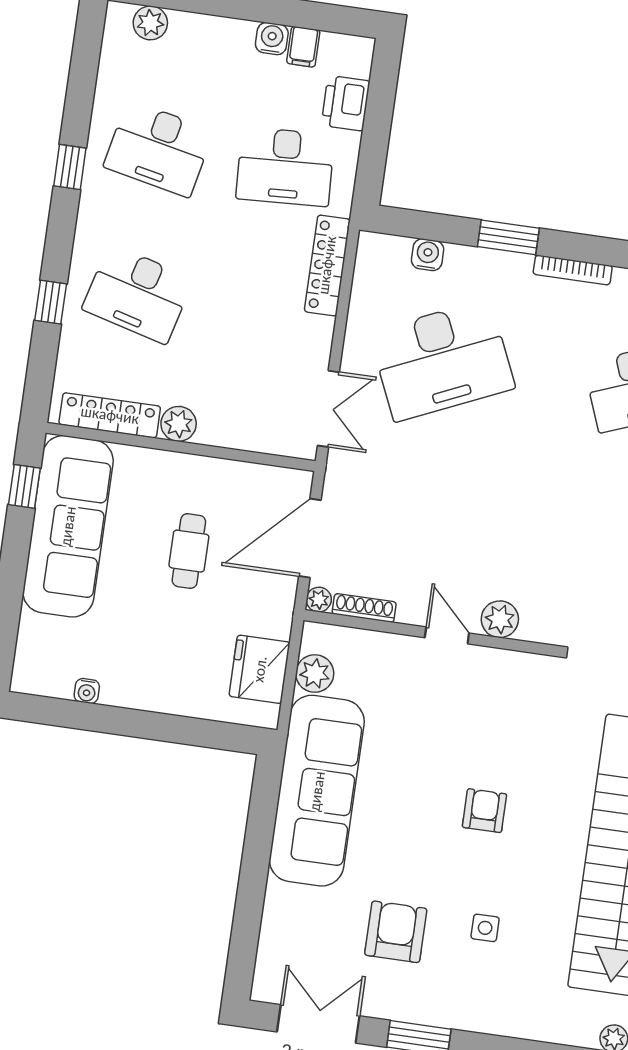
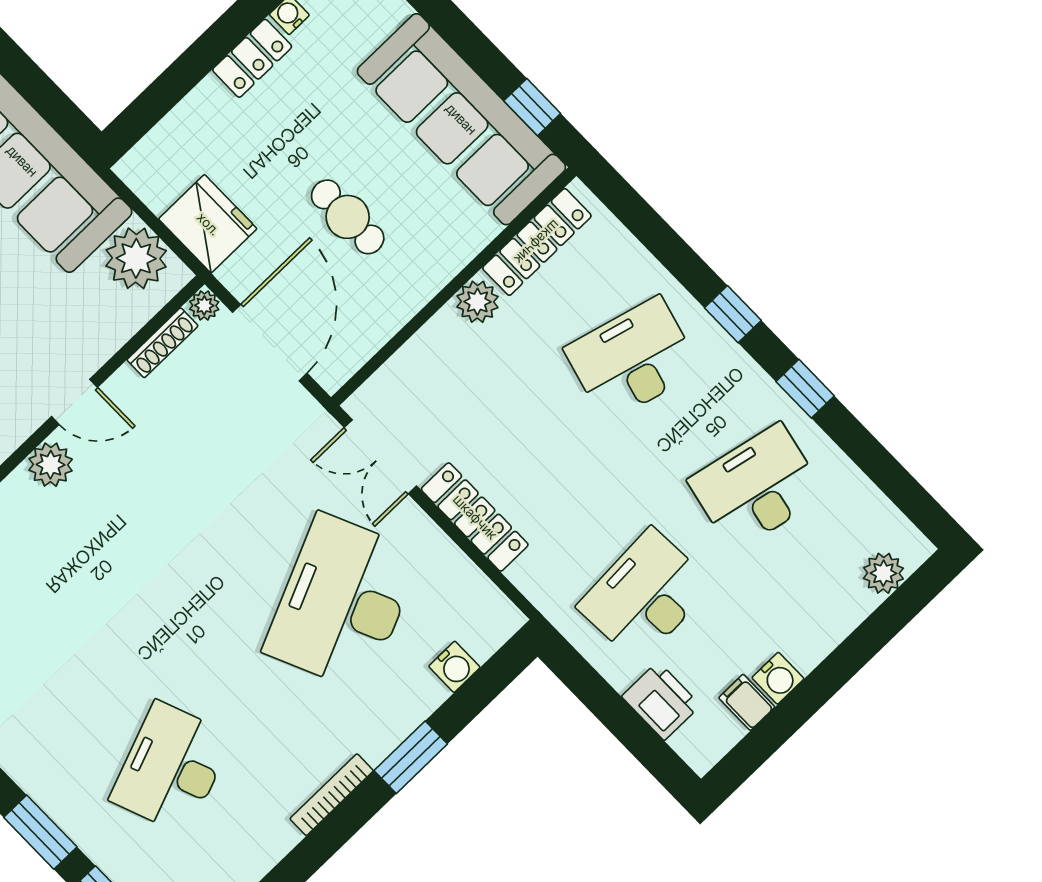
locker: (327, 265) -> (475, 517), moved
window: (51, 302) -> (733, 314), moved
fridge: (260, 669) -> (208, 224), moved
plant: (315, 674) -> (136, 258), width x1.36, depth x1.36
locker: (134, 693) -> (252, 58), added

